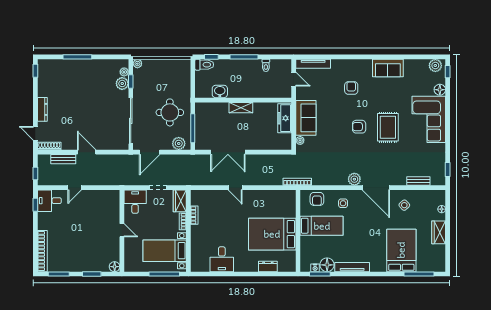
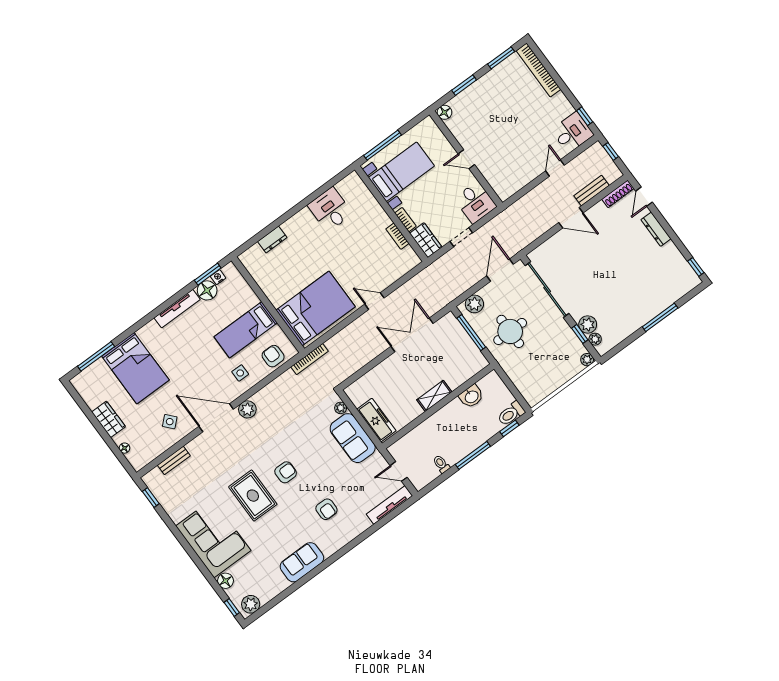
door: (35, 133) -> (644, 197), swing flipped
bed: (272, 234) -> (316, 308), moved

